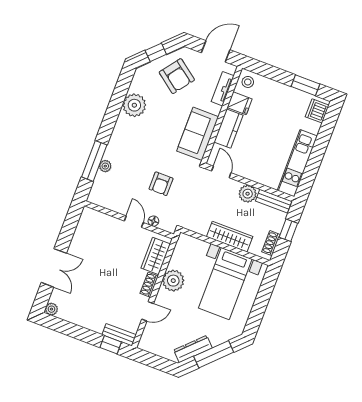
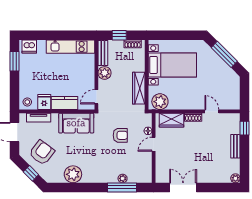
wardrobe: (230, 237) -> (139, 88), moved
double door: (54, 268) -> (183, 187), moved
plant: (173, 281) -> (160, 102), moved
bench: (119, 335) -> (235, 146), moved
dresser: (193, 349) -> (226, 70), removed

